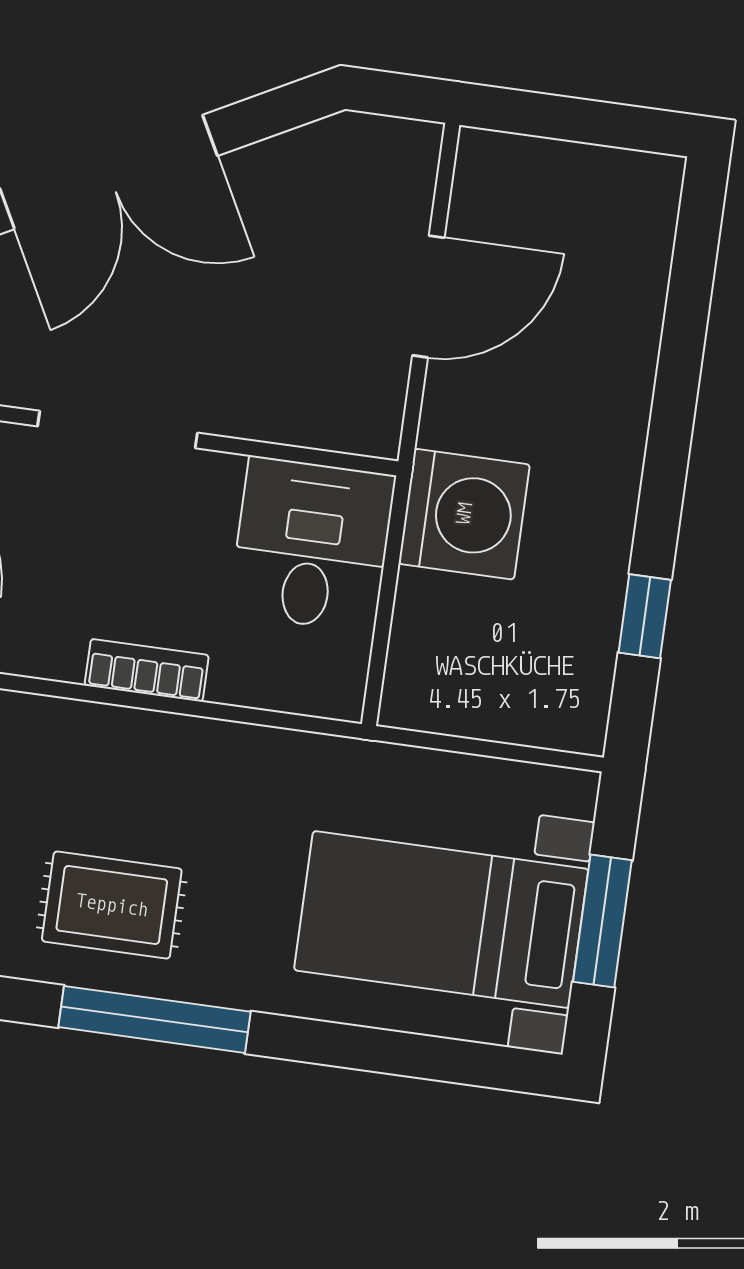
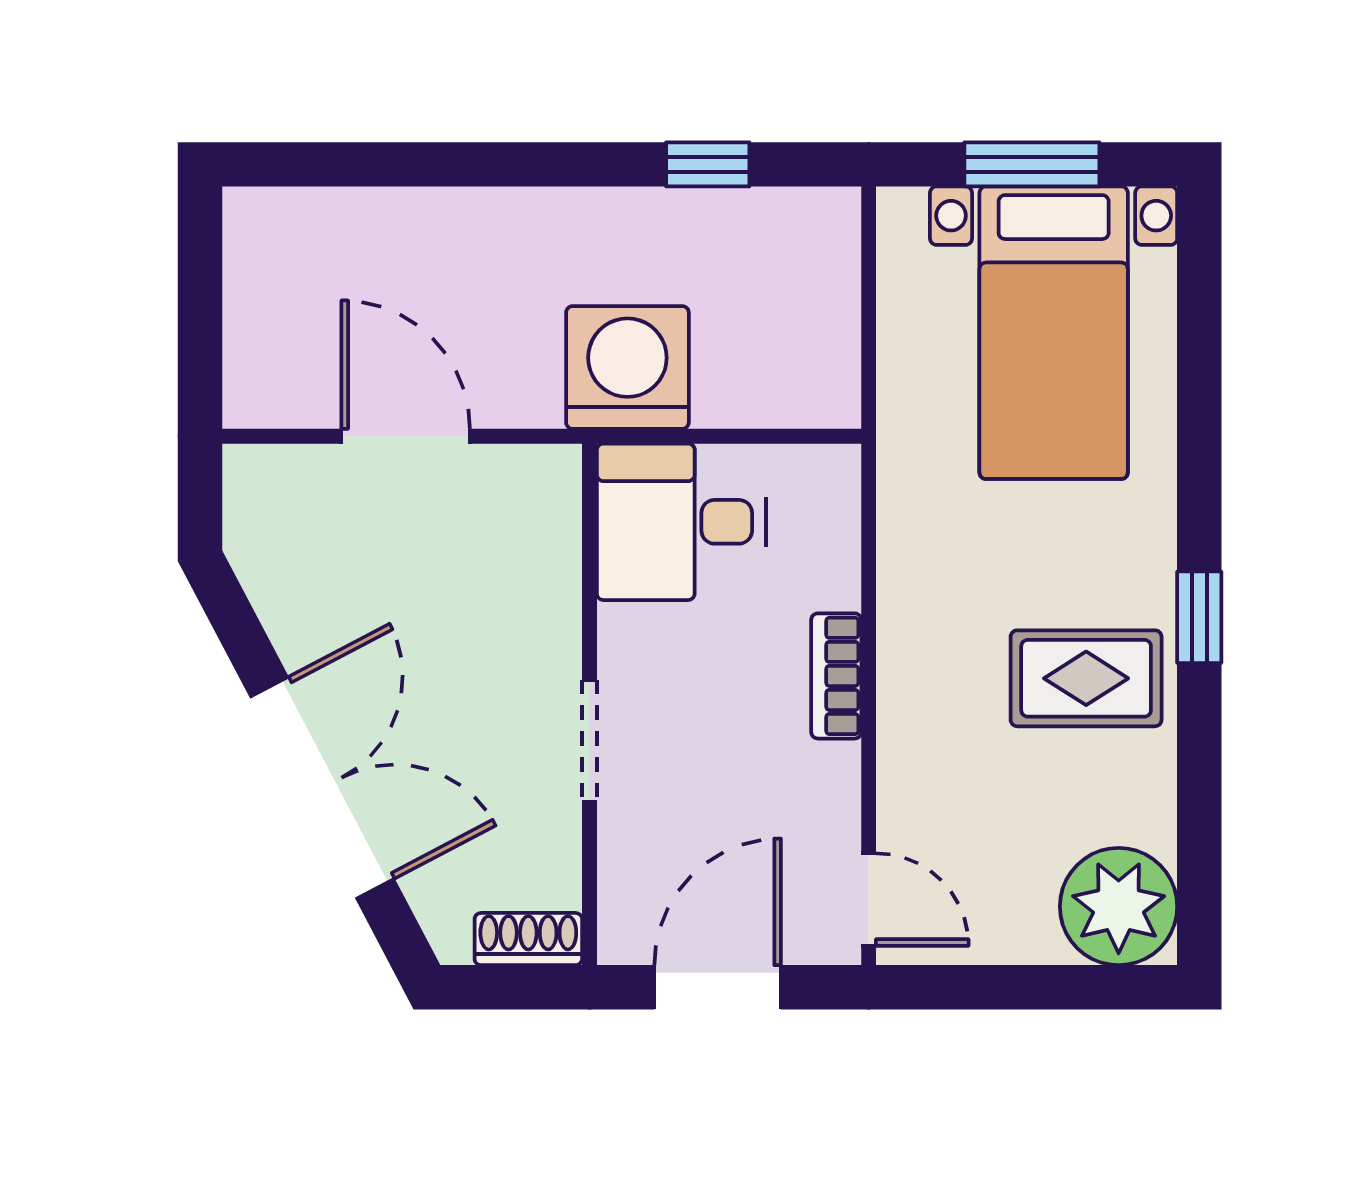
doorway: (118, 430) -> (589, 741), width x0.73
rug: (112, 905) -> (1086, 678), turned 90
window: (154, 1019) -> (1199, 617), width x0.46

